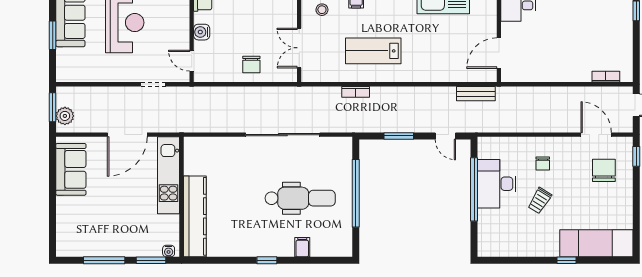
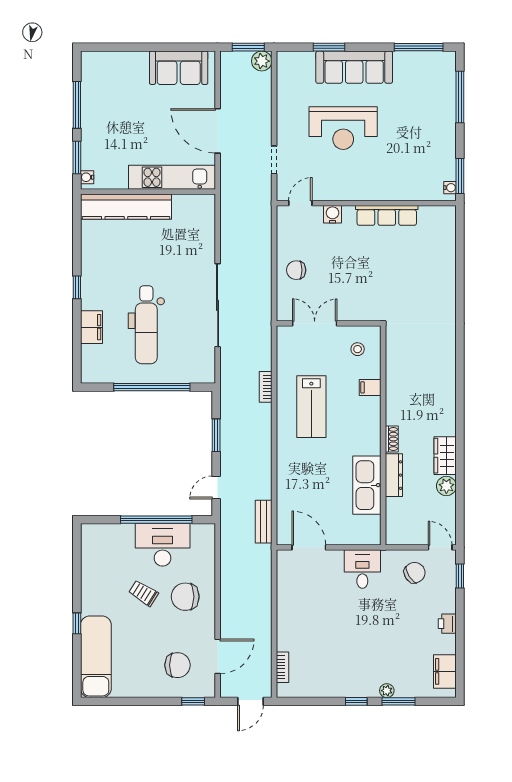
lab bench: (373, 51) -> (311, 407), turned 180
plant: (65, 116) -> (262, 61), moved
chair: (543, 163) -> (185, 597), width x1.87, depth x1.87
filing cabinet: (302, 247) -> (91, 327), width x2.00

